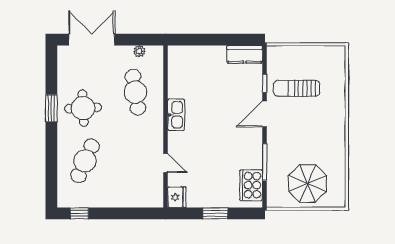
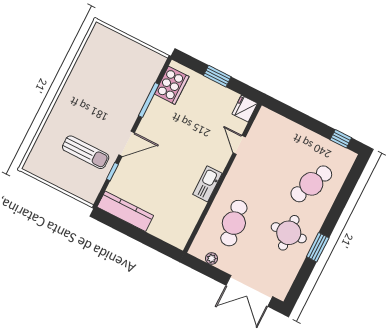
kitchen counter: (245, 54) -> (125, 211), width x1.50
parasol: (308, 183) -> (119, 61), removed

